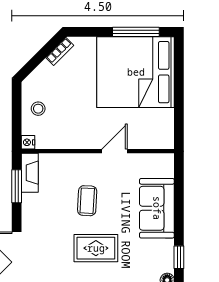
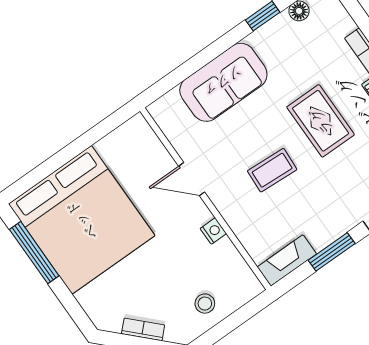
bookcase: (60, 52) -> (143, 329), moved
nightstand: (28, 142) -> (213, 231), moved, turned -90
window: (17, 186) -> (332, 252), moved

